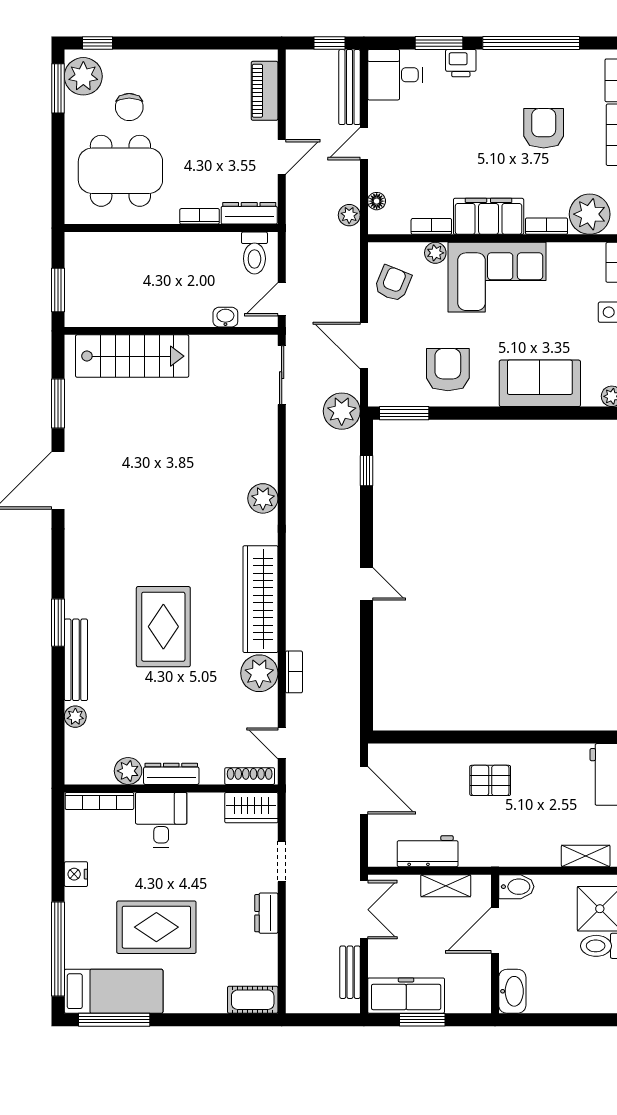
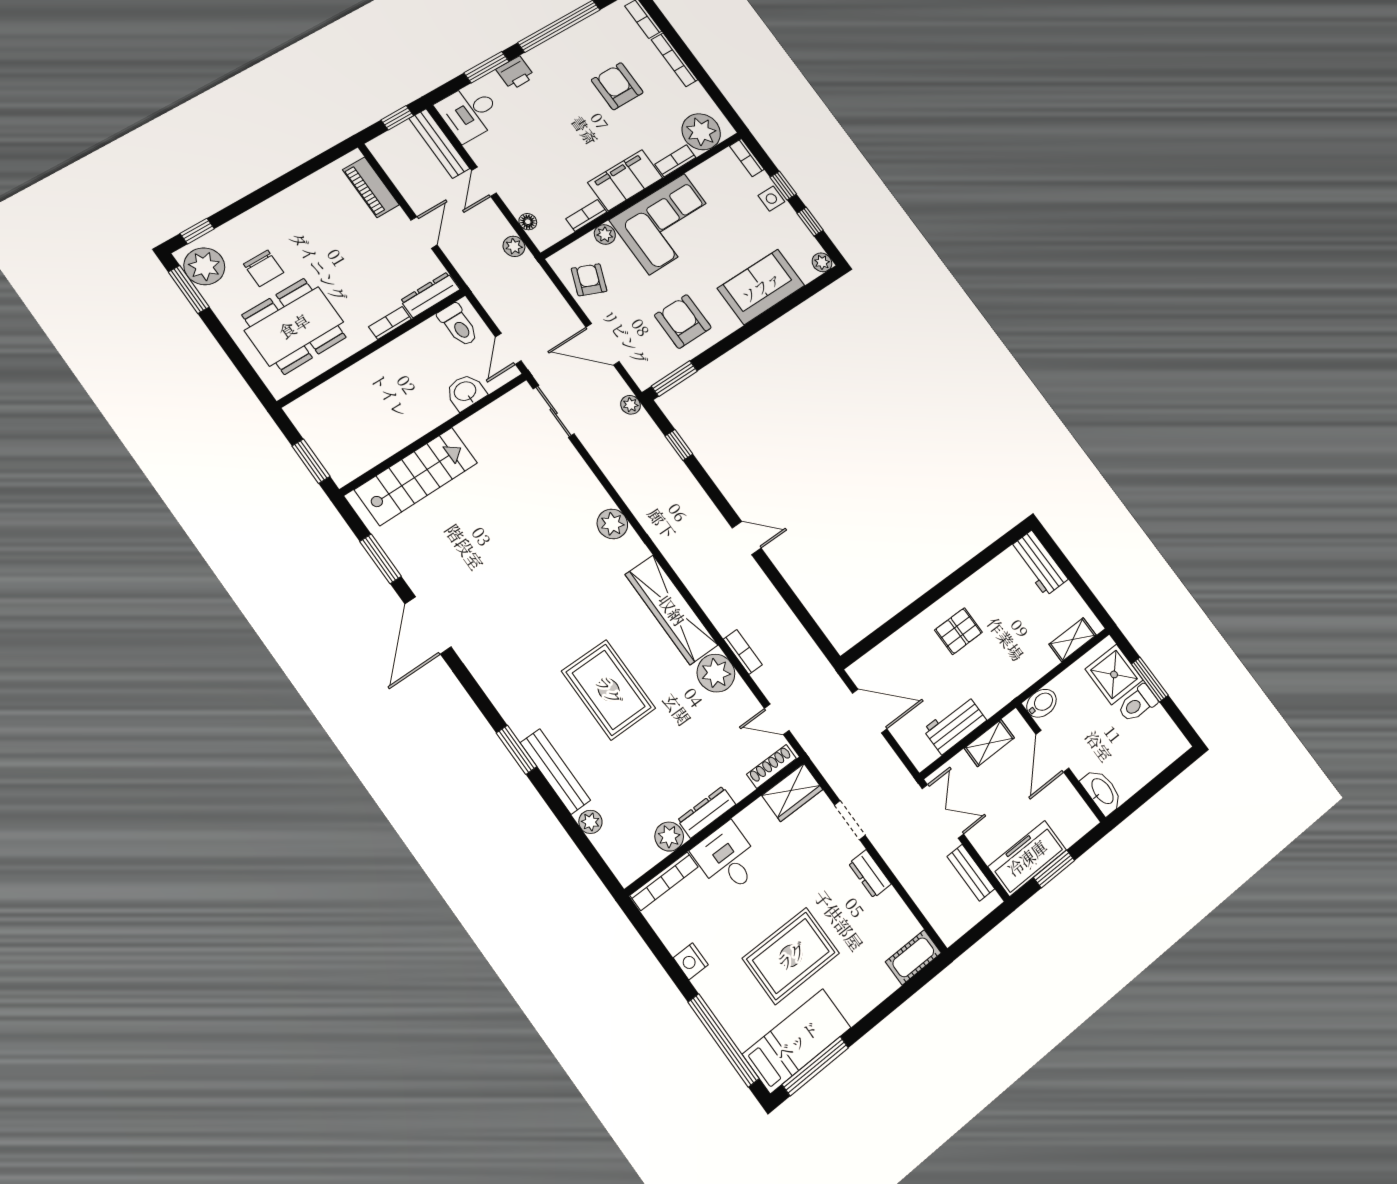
washbasin: (225, 317) -> (466, 392), width x1.38, depth x1.45
plant: (342, 411) -> (631, 405), width x0.53, depth x0.53

